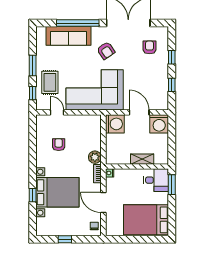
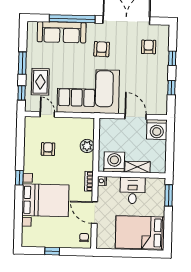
armchair: (106, 51) -> (102, 49), turned -144
washing machine: (115, 124) -> (114, 162), moved, turned -90
plant: (95, 157) -> (87, 146), moved
desk: (156, 180) -> (133, 190), moved, turned -90
window: (33, 195) -> (19, 178), moved

